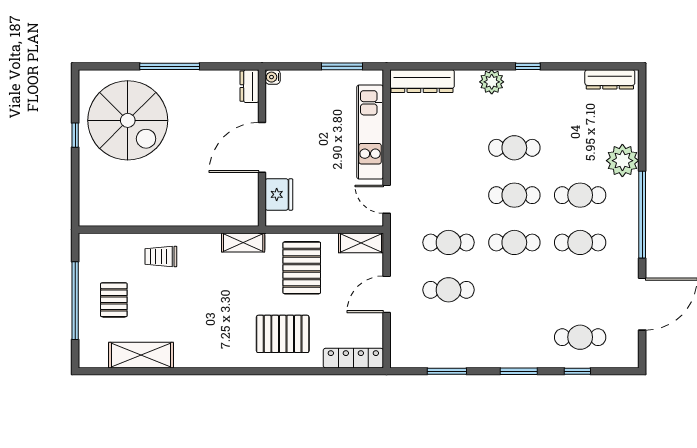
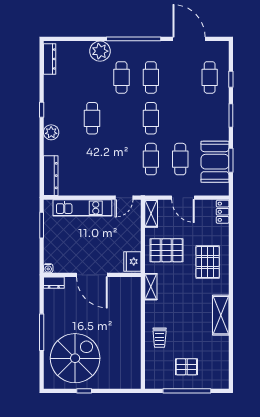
fridge: (279, 194) -> (132, 262), moved, turned -90
cafe table: (514, 195) -> (121, 118), removed
booth: (444, 346) -> (215, 162), added
shelving: (141, 355) -> (221, 315), moved
locker: (353, 358) -> (223, 212), width x0.66

